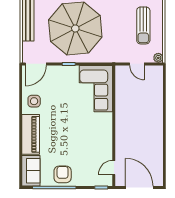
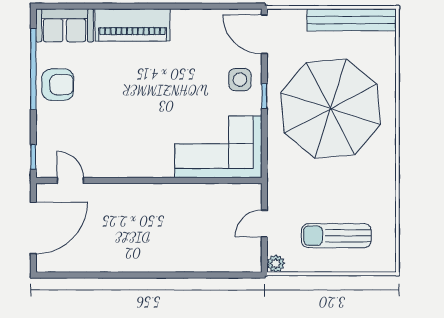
side table: (34, 101) -> (240, 80), moved

